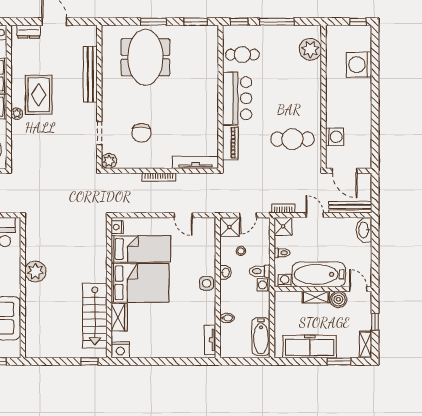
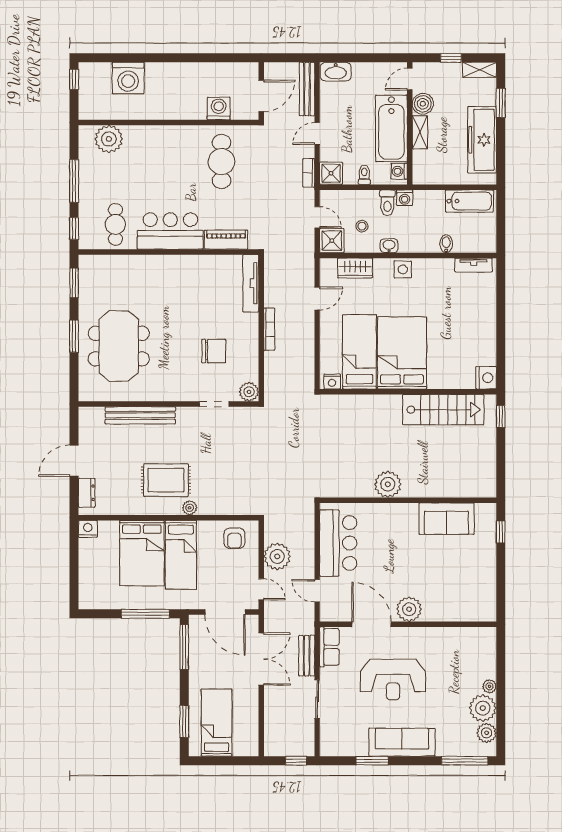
meeting table: (145, 57) -> (119, 346), turned 90
wardrobe: (119, 317) -> (355, 268), moved, turned 180

